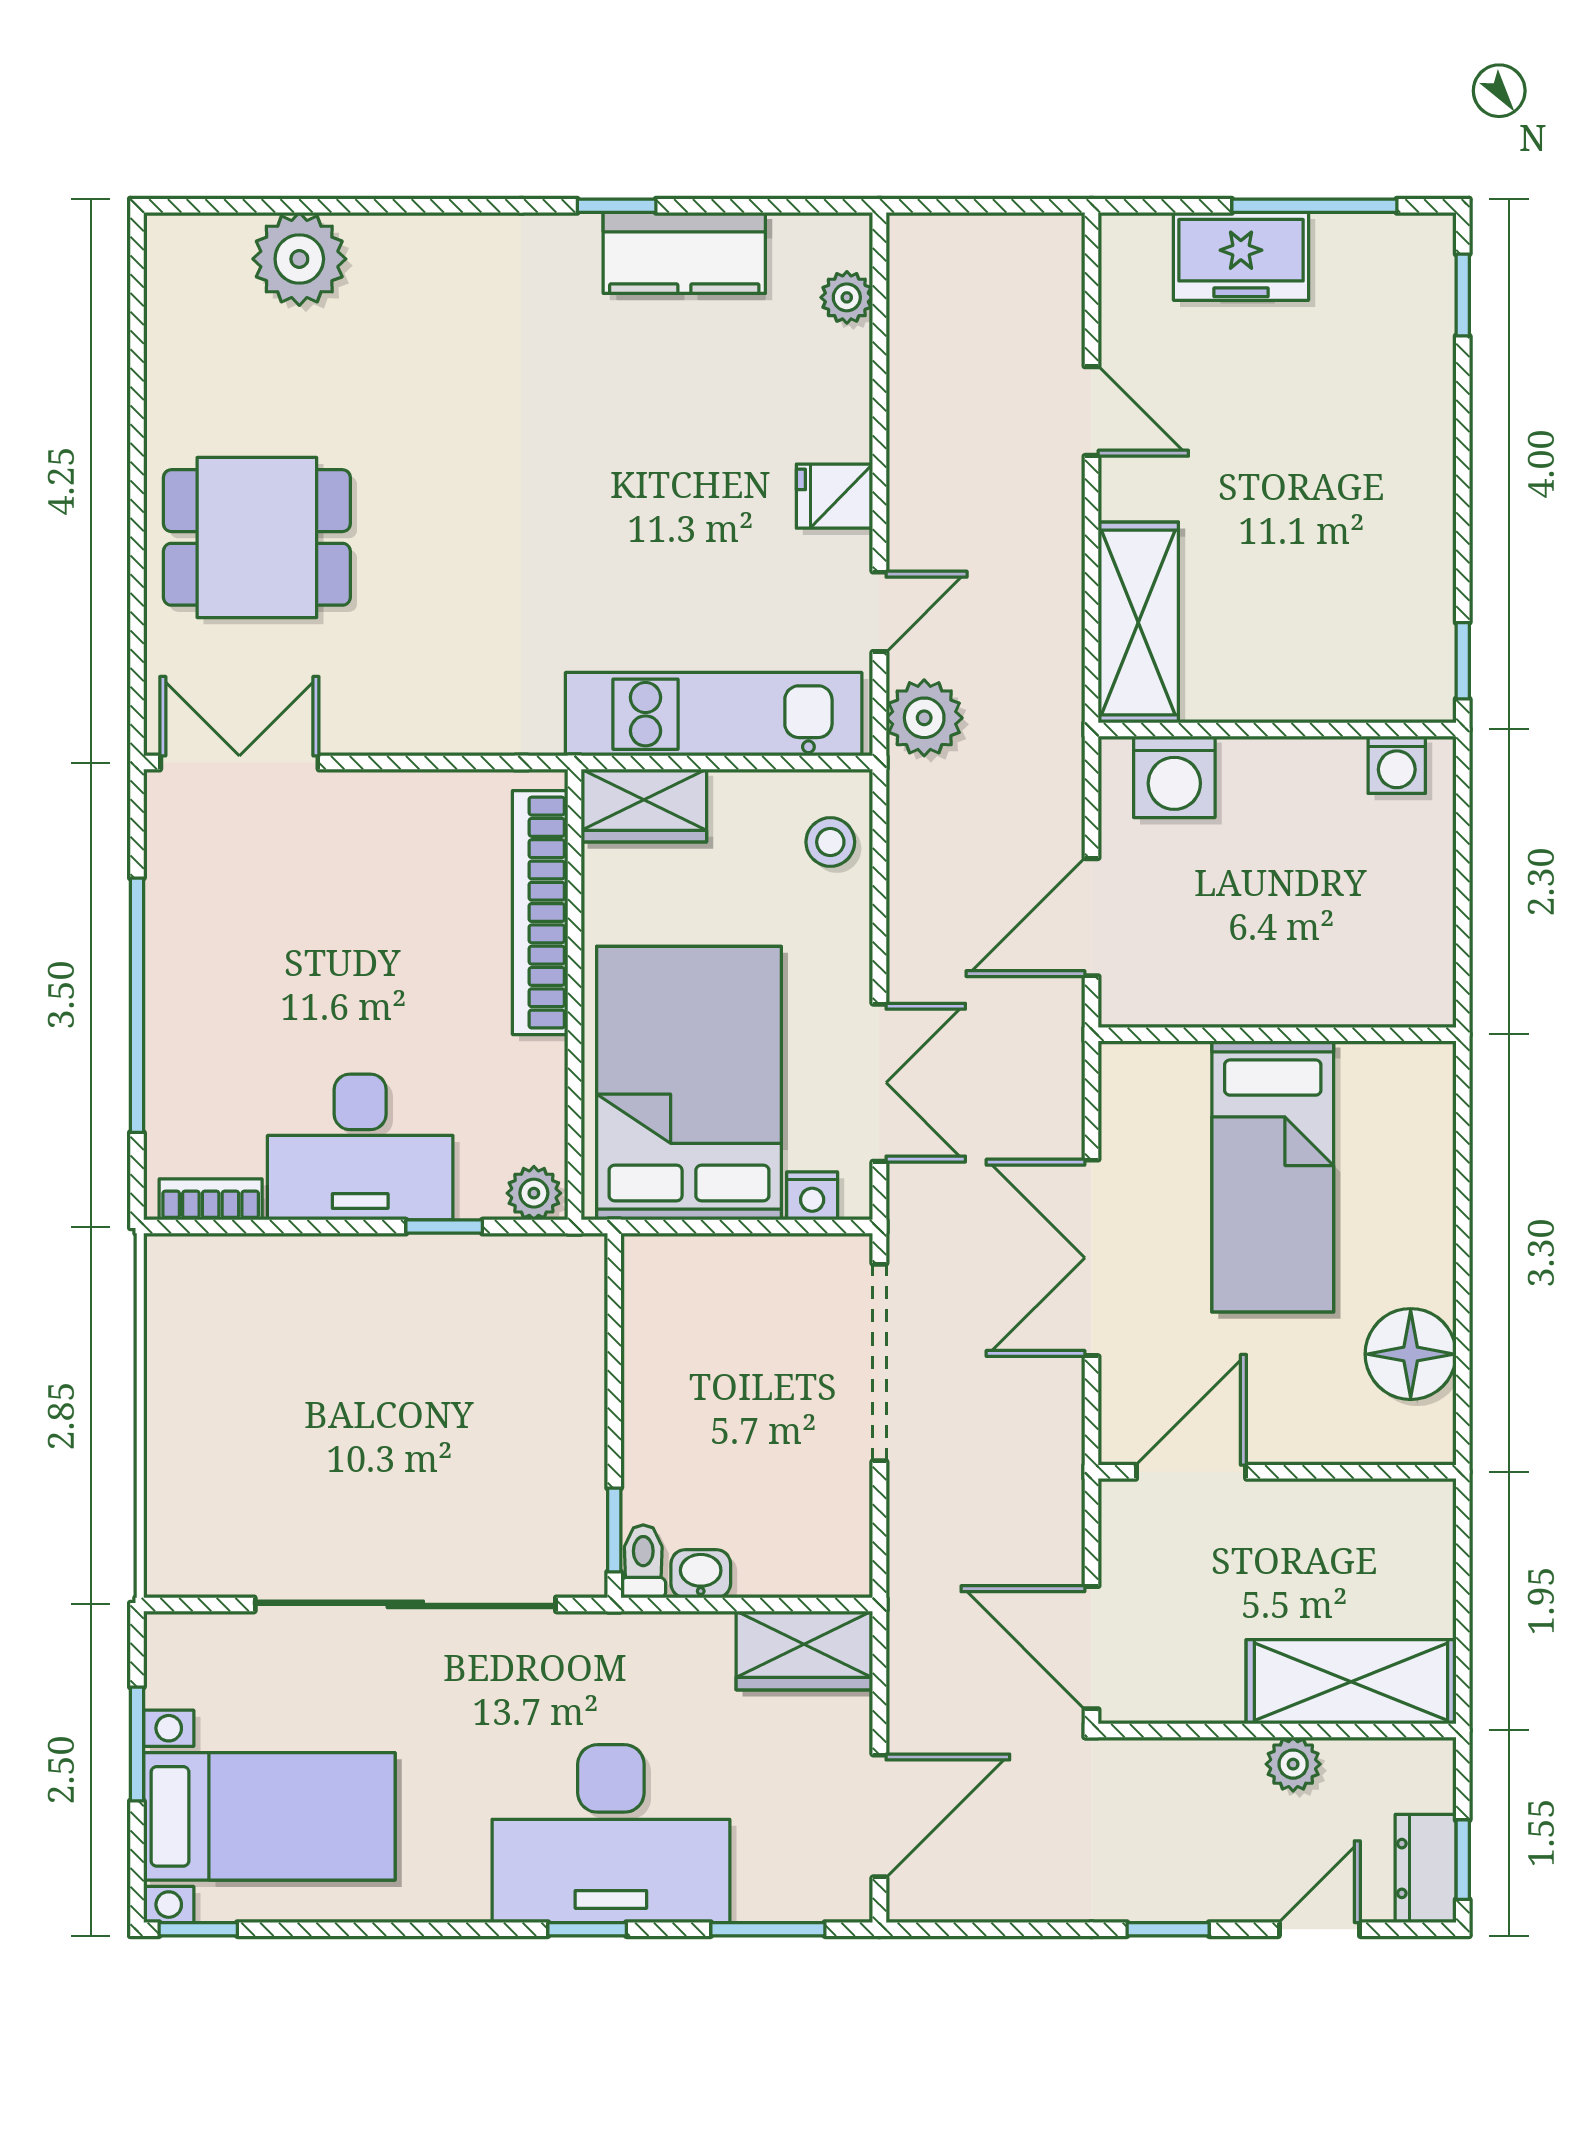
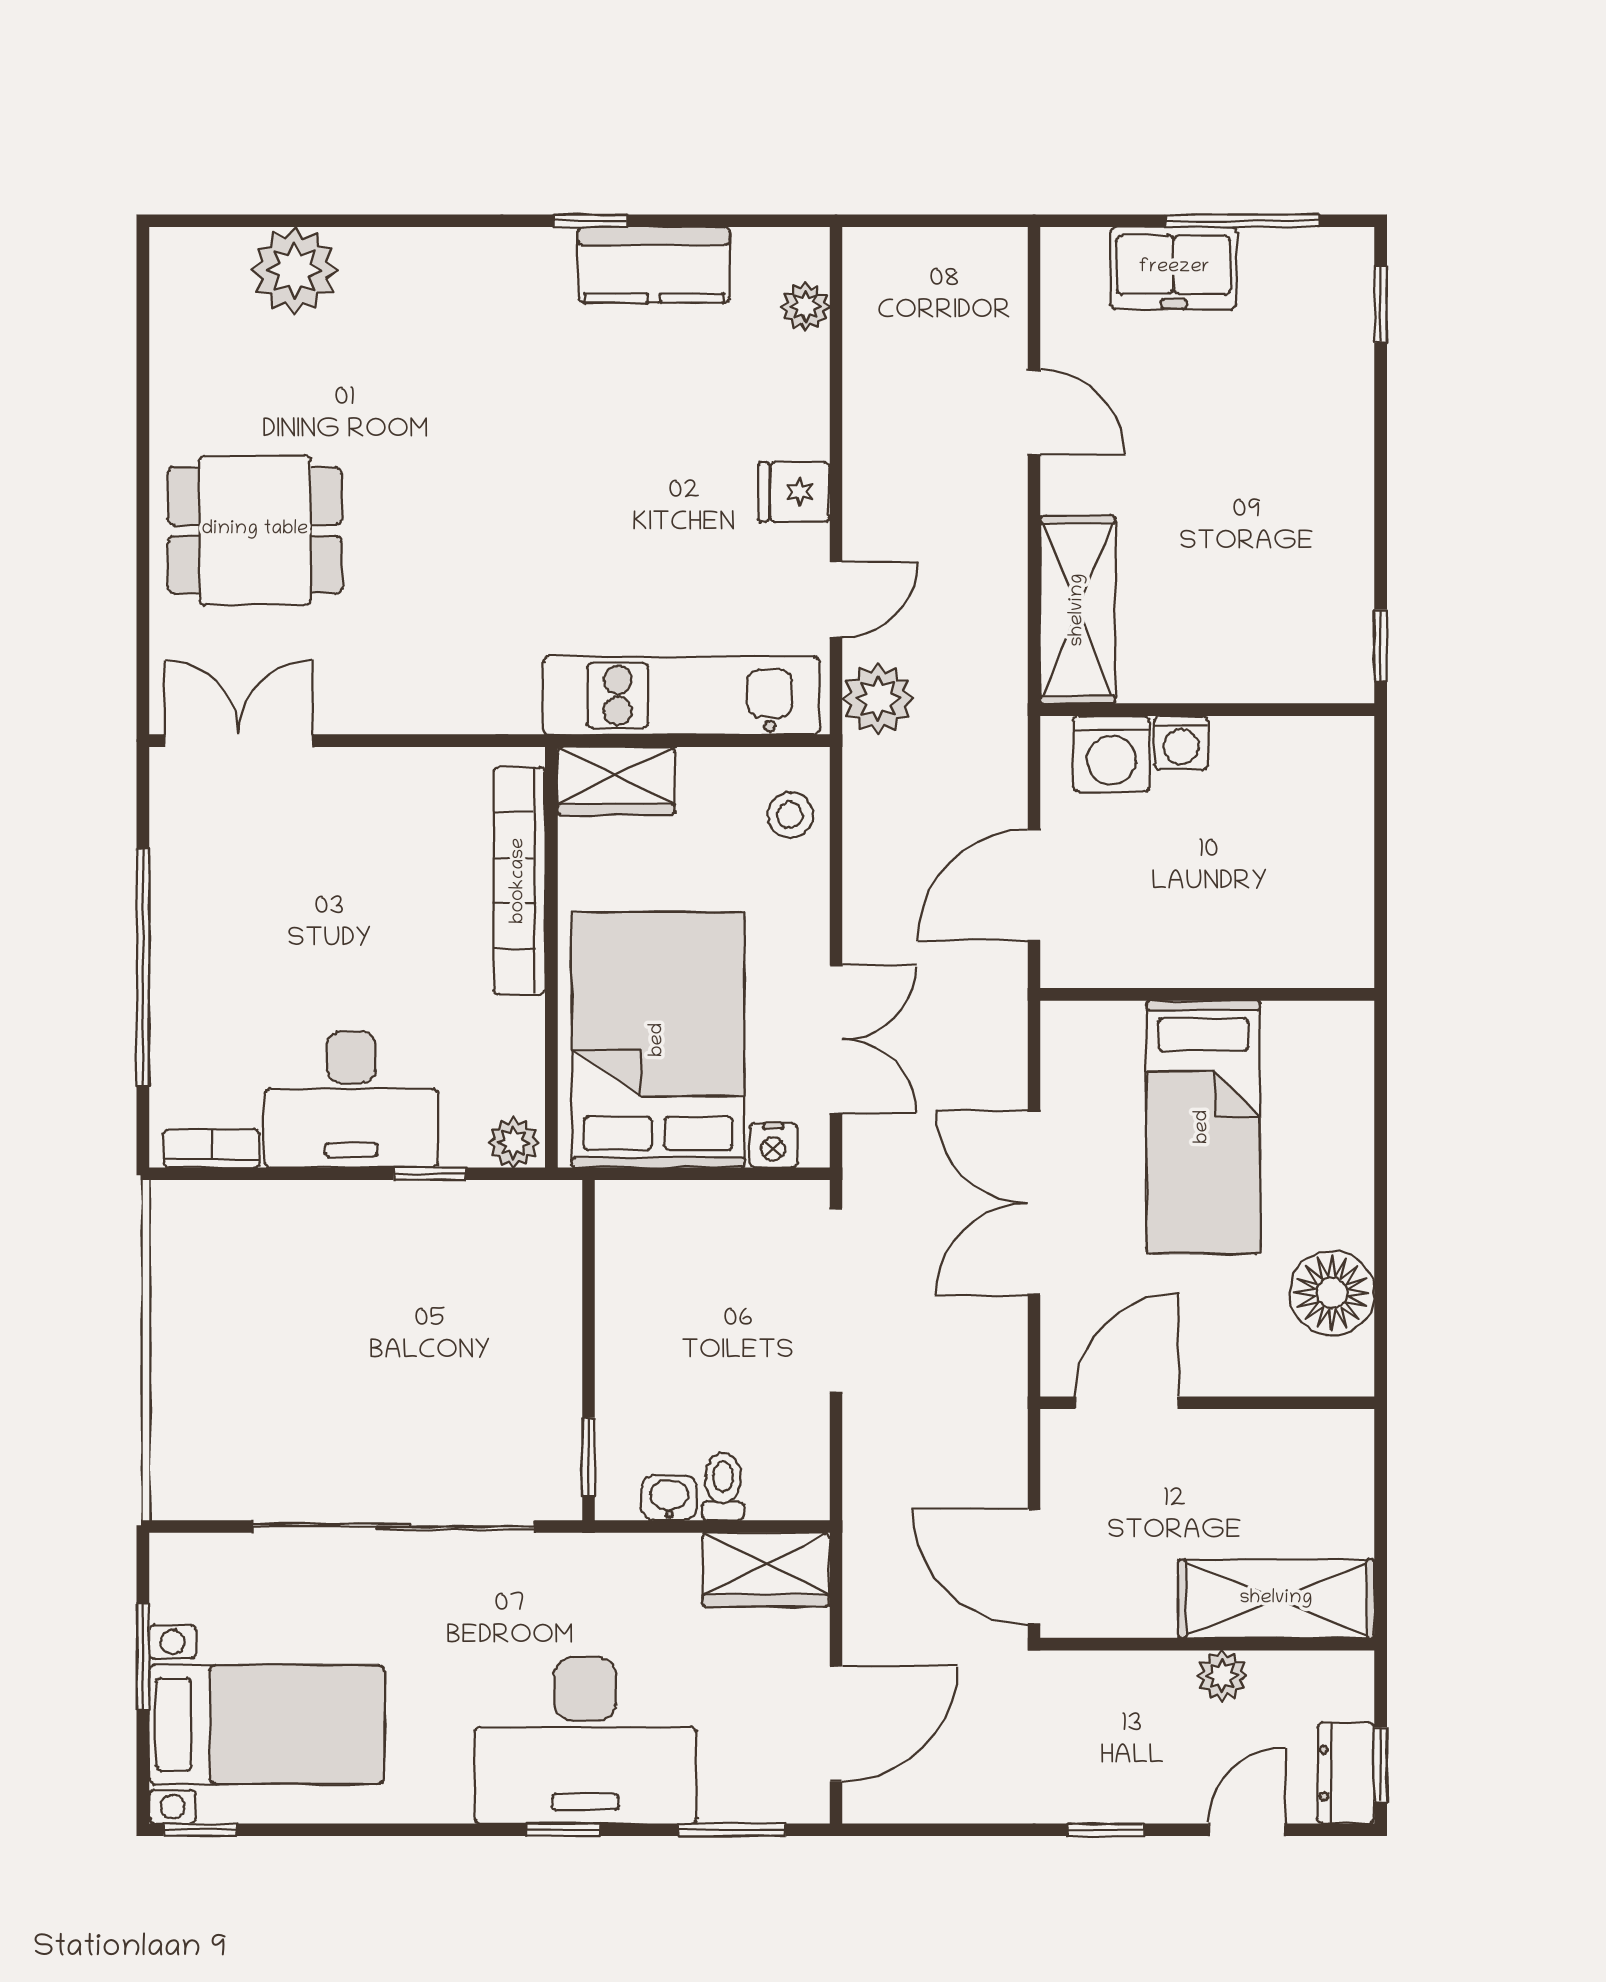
washing machine: (1397, 765) -> (1181, 743), moved
toilet: (643, 1561) -> (723, 1486), moved

